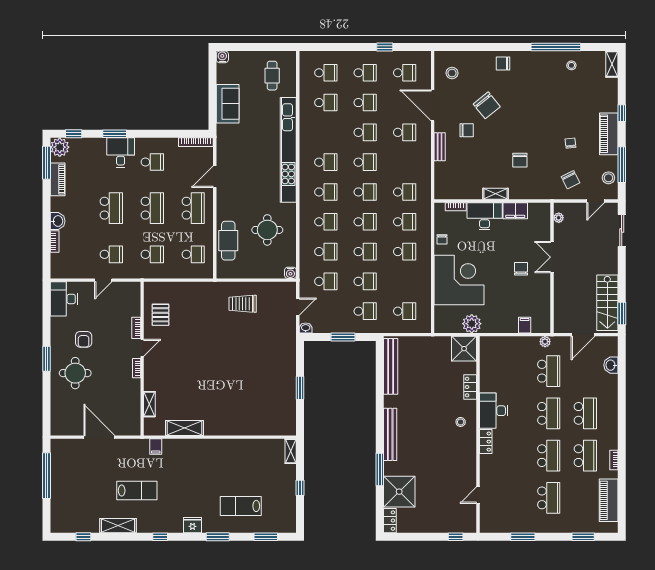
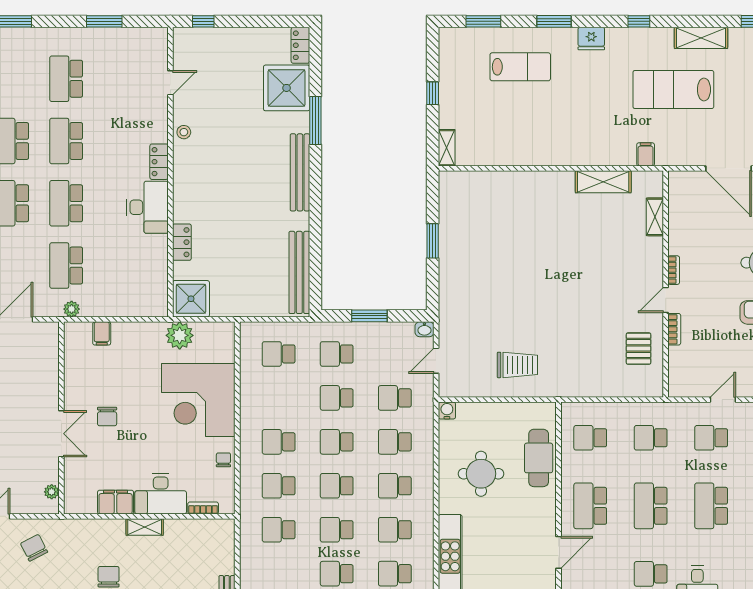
stool: (461, 422) -> (184, 132), moved
lab bench: (137, 491) -> (673, 90), width x1.36, depth x1.39

